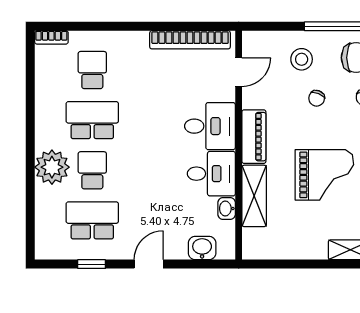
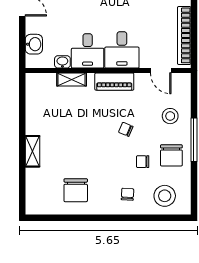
chair: (317, 98) -> (126, 129), moved
grand piano: (324, 175) -> (87, 132), removed
shelving: (254, 196) -> (72, 80), width x0.67, depth x0.75

